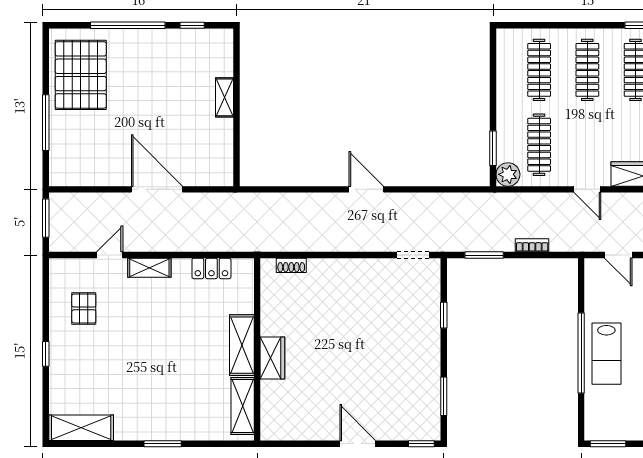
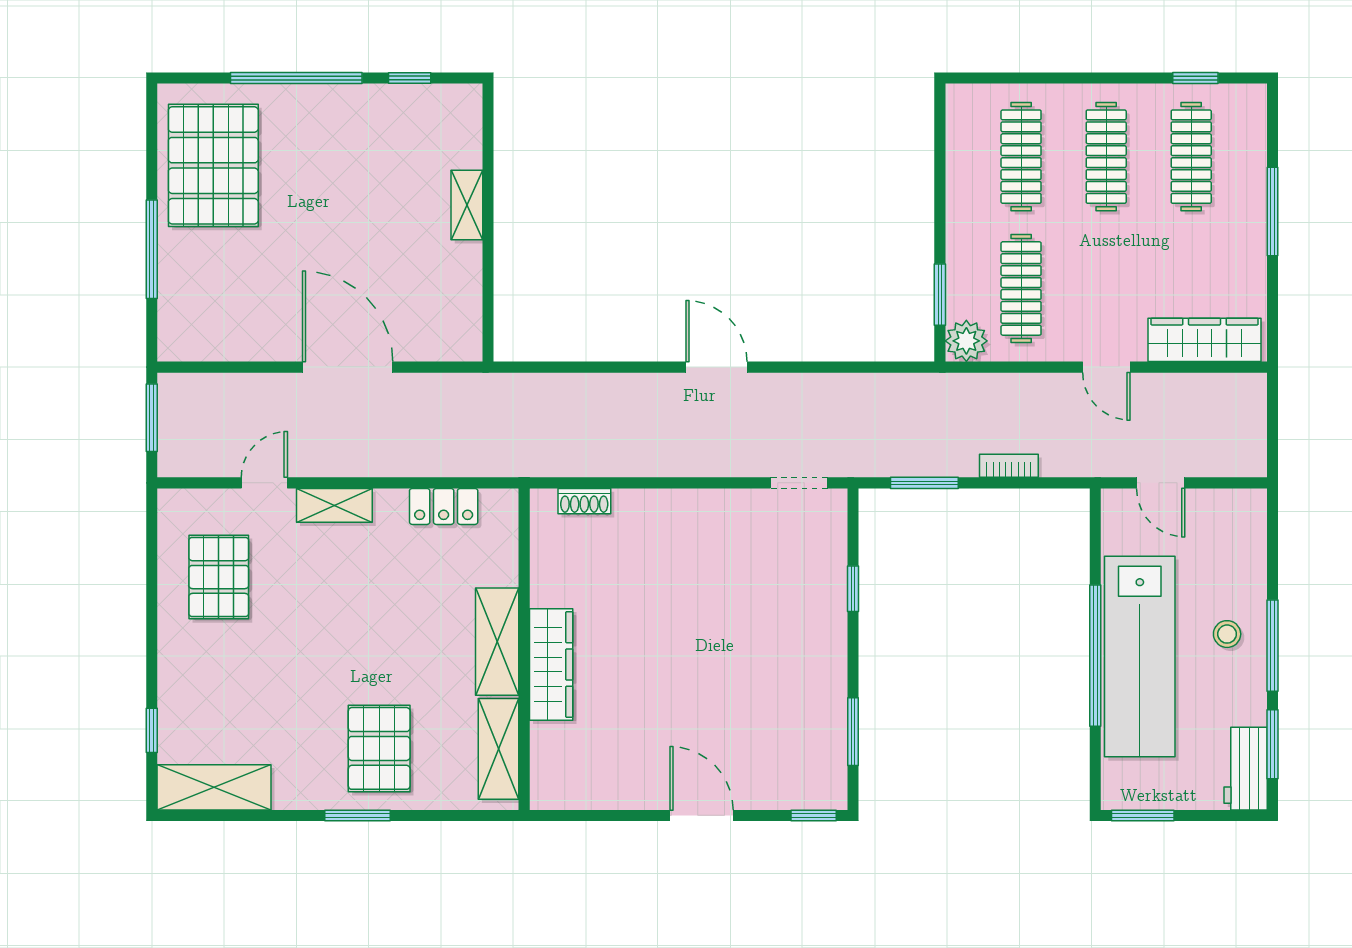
pallet: (84, 308) -> (219, 577), width x1.50, depth x1.42
window: (46, 354) -> (152, 730), moved
lab bench: (606, 354) -> (1140, 657), width x1.86, depth x1.39
wardrobe: (272, 358) -> (551, 664), width x1.50
pallet: (175, 406) -> (379, 748), added

